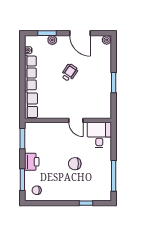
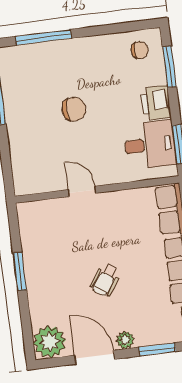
plant: (52, 40) -> (125, 340), moved
plant: (107, 40) -> (50, 342), width x1.88, depth x1.88
desk: (99, 135) -> (150, 145), moved, turned -90
window: (86, 203) -> (43, 37), width x2.17

